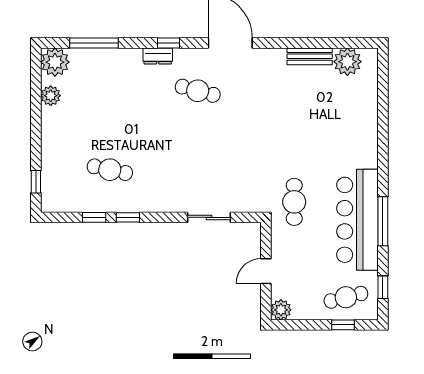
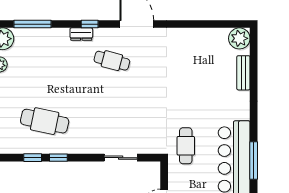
bench: (310, 56) -> (243, 73), moved, turned 90
plant: (347, 62) -> (239, 38), moved
cafe table: (110, 170) -> (45, 121), width x1.37, depth x1.35

